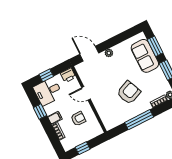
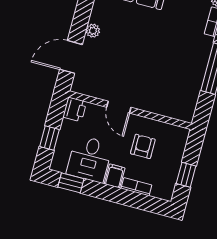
desk: (48, 92) -> (90, 159), moved
armchair: (129, 92) -> (167, 51), removed
door: (86, 93) -> (119, 107), hinge flipped
window: (40, 111) -> (71, 183), moved

